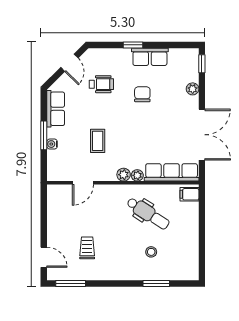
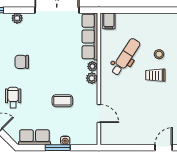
trolley: (87, 248) -> (155, 75), moved

